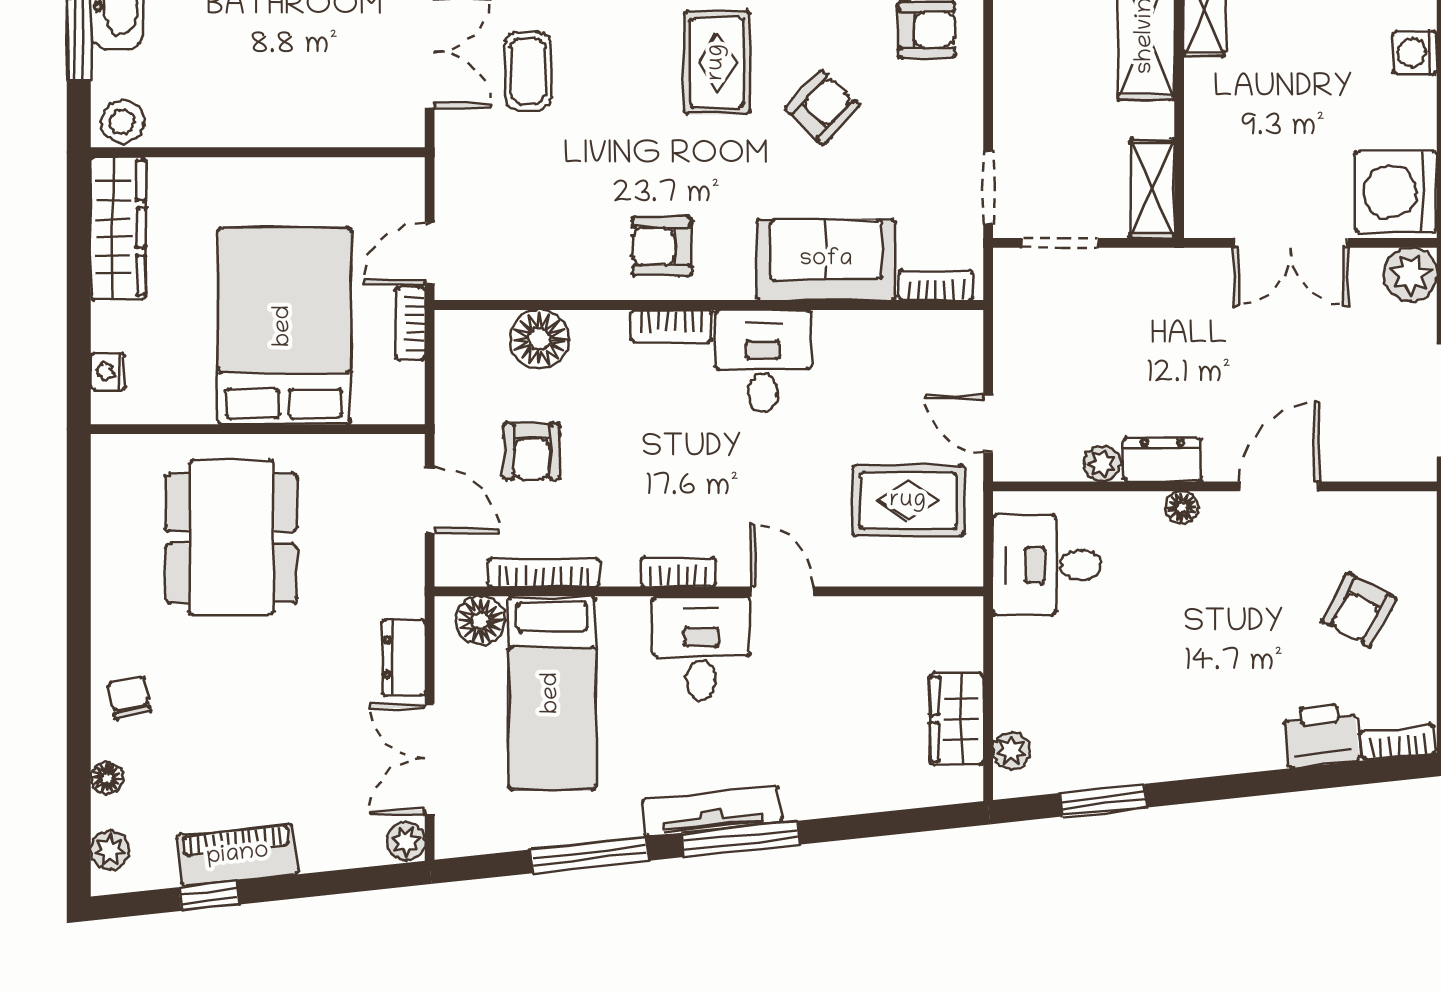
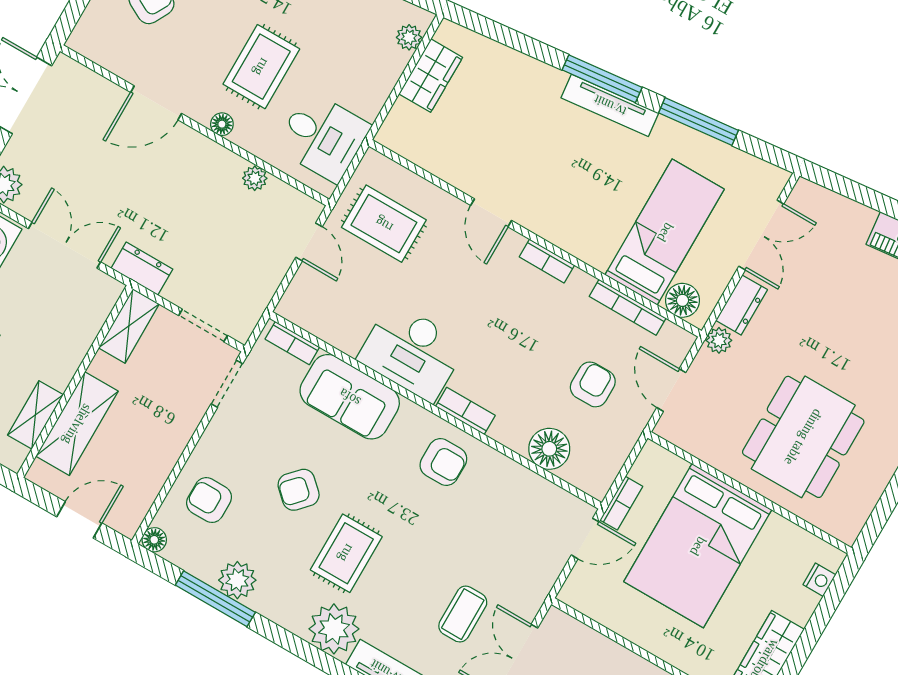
desk: (763, 361) -> (412, 352), width x1.37
dresser: (1163, 460) -> (142, 269), moved, turned 180
rug: (1175, 608) -> (261, 67), added
desk: (701, 648) -> (560, 207), removed
plant: (406, 842) -> (719, 340), moved

